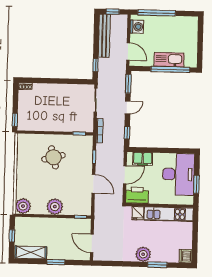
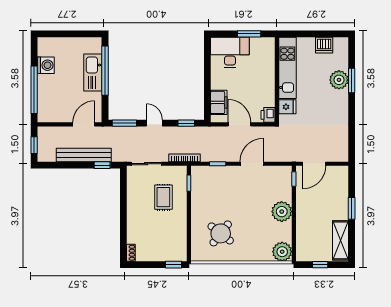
washing machine: (137, 27) -> (46, 65), moved, turned 90
bench: (104, 36) -> (84, 155), moved
rug: (69, 113) -> (163, 197), added
round table: (53, 157) -> (221, 233), moved, turned -38
desk: (178, 174) -> (230, 52), width x0.73, depth x0.77
printer: (137, 195) -> (268, 115), width x0.53, depth x0.68
door: (92, 243) -> (314, 164), moved
plant: (143, 254) -> (339, 80), moved
dishwasher: (186, 256) -> (324, 45), moved

